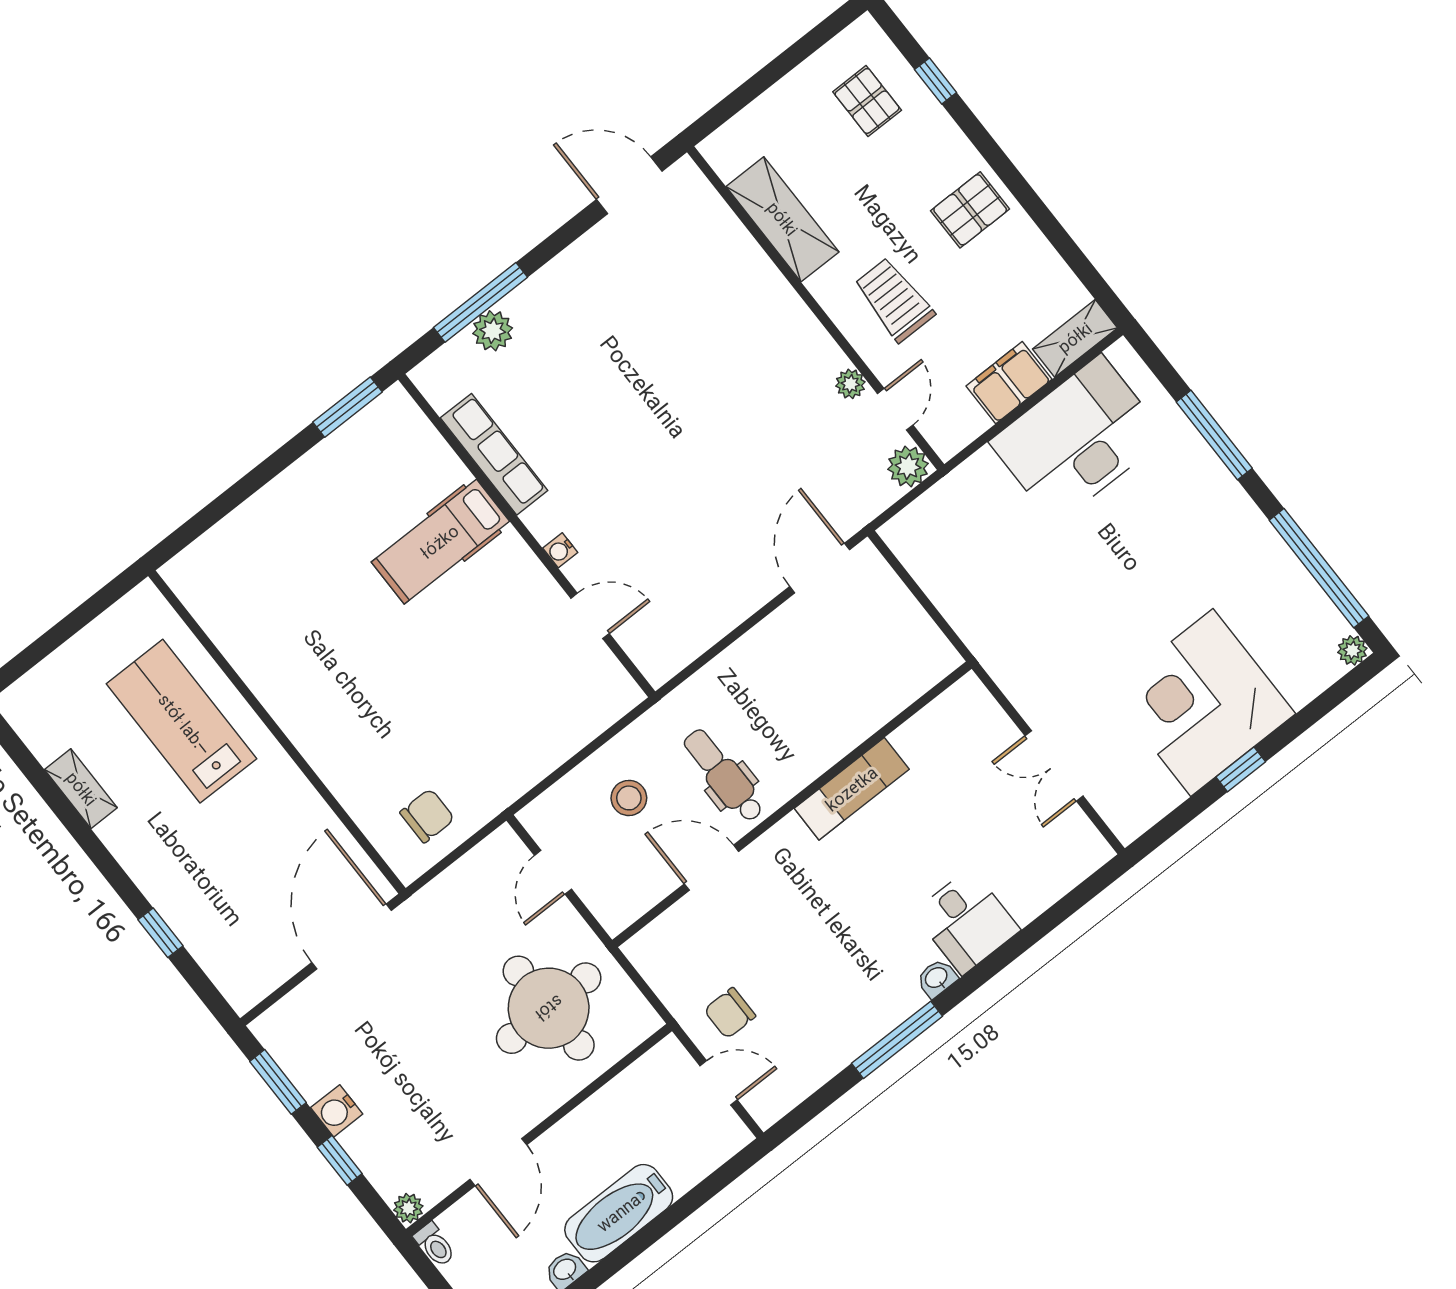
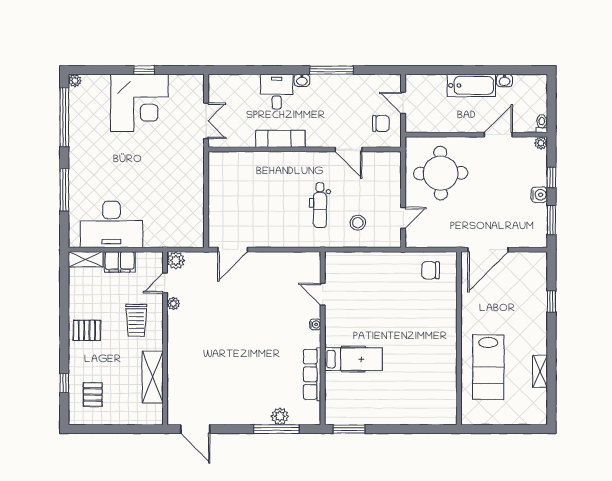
exam couch: (852, 789) -> (280, 139), moved
wall: (792, 804) -> (305, 149), moved
door: (711, 868) -> (349, 149), moved

